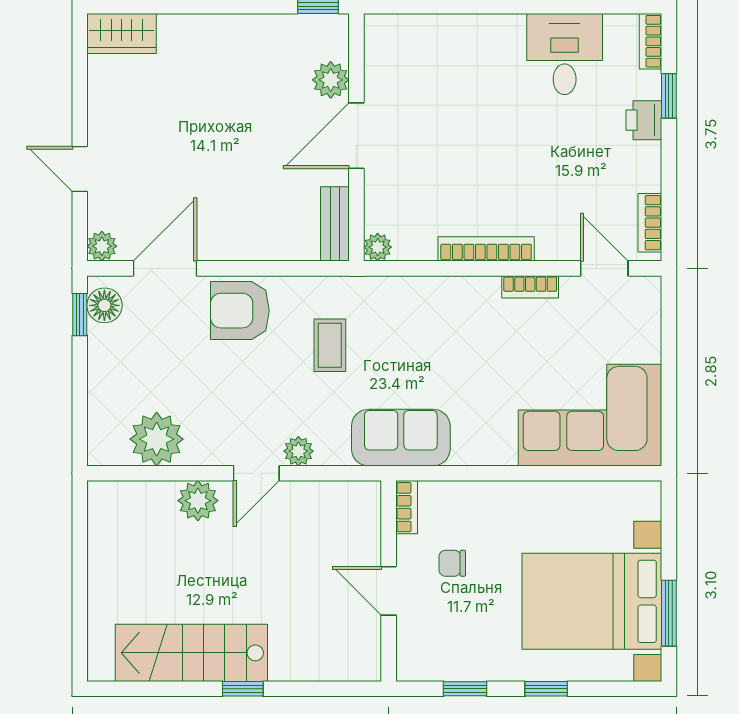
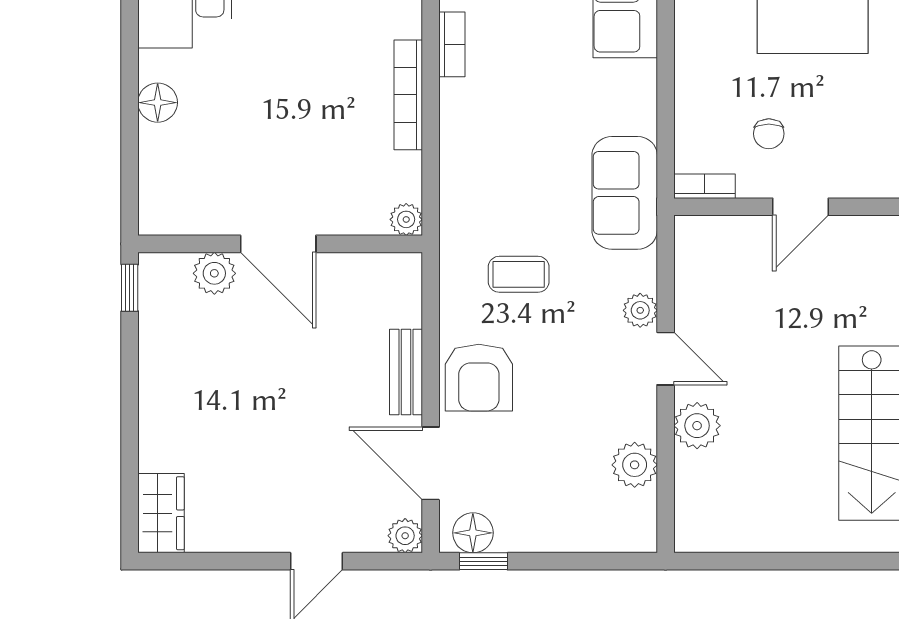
floor lamp: (479, 31) -> (158, 103), added
bench: (335, 224) -> (406, 372), moved, turned 90
plant: (157, 439) -> (635, 465), width x0.73, depth x0.73

